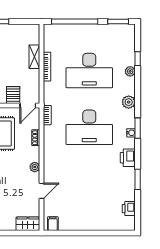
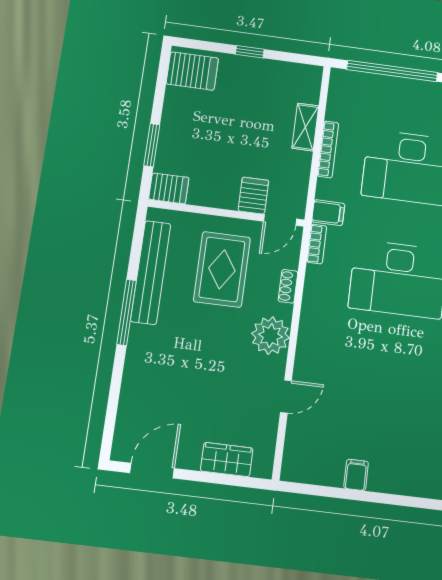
filing cabinet: (51, 99) -> (328, 213), added
plant: (35, 167) -> (270, 336), width x1.88, depth x1.88
wardrobe: (28, 224) -> (227, 460), moved
filing cabinet: (53, 224) -> (356, 475), moved

